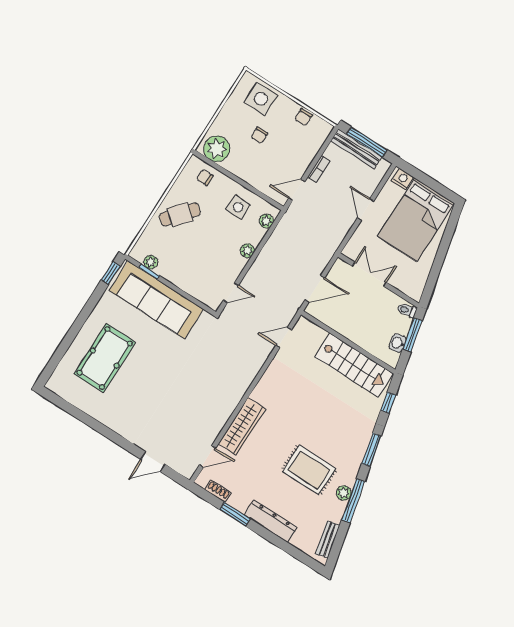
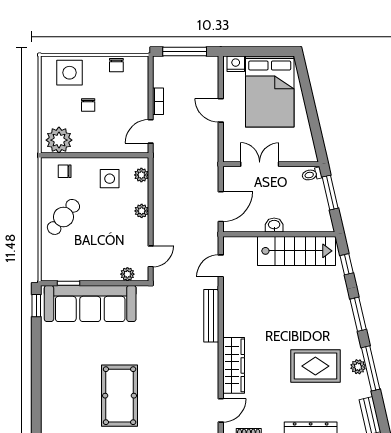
bench: (356, 149) -> (211, 316), moved, turned 90
plant: (151, 262) -> (127, 274), moved
washbasin: (398, 343) -> (274, 225), moved, turned 103
pool table: (105, 358) -> (120, 396), moved

